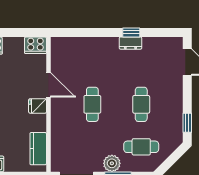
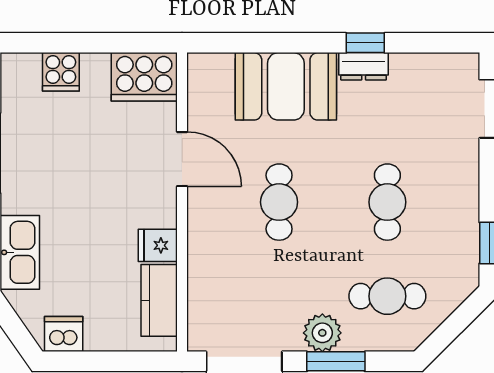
cooker: (35, 45) -> (144, 77), width x1.37, depth x1.31
booth: (95, 52) -> (286, 86), added
fridge: (38, 106) -> (158, 245), moved

